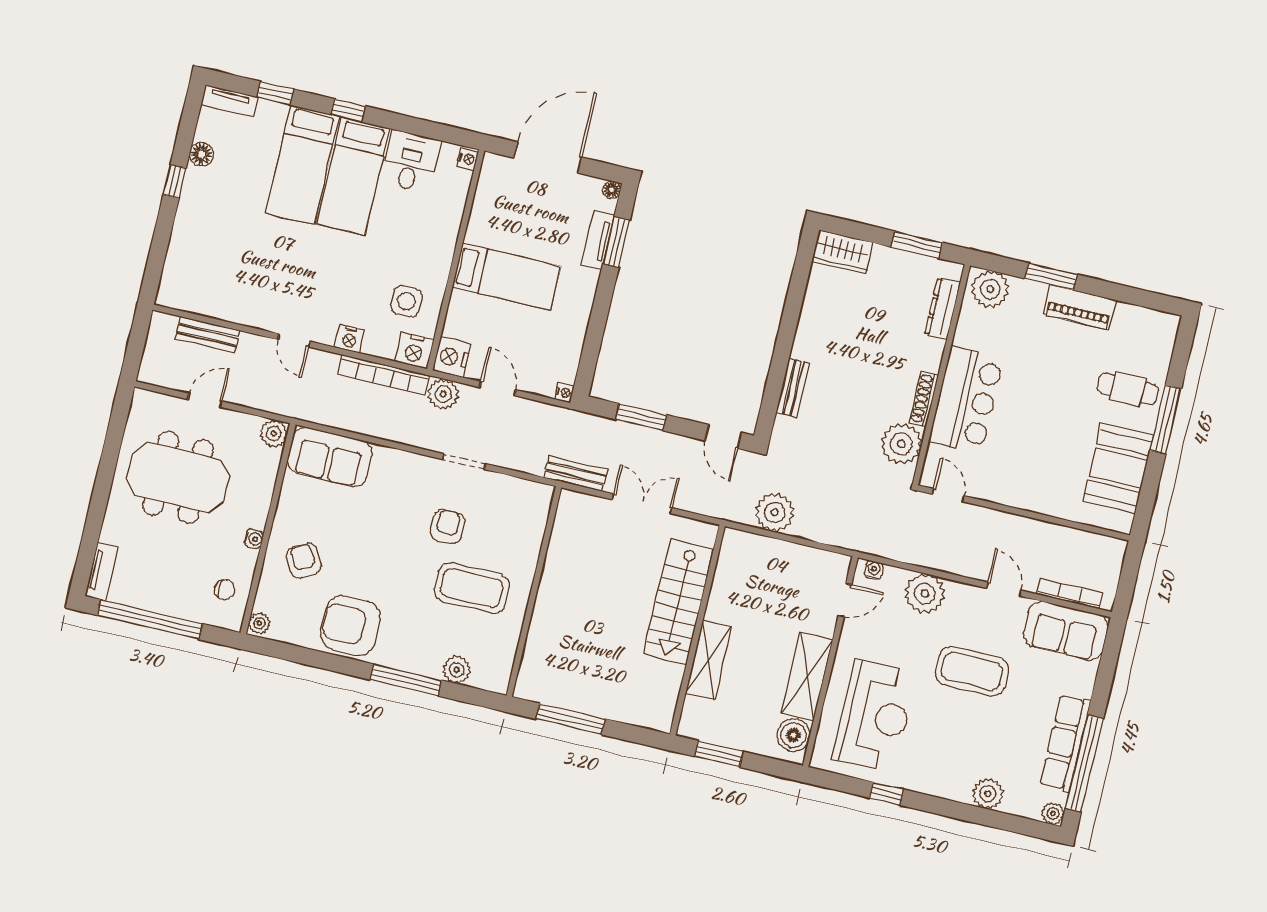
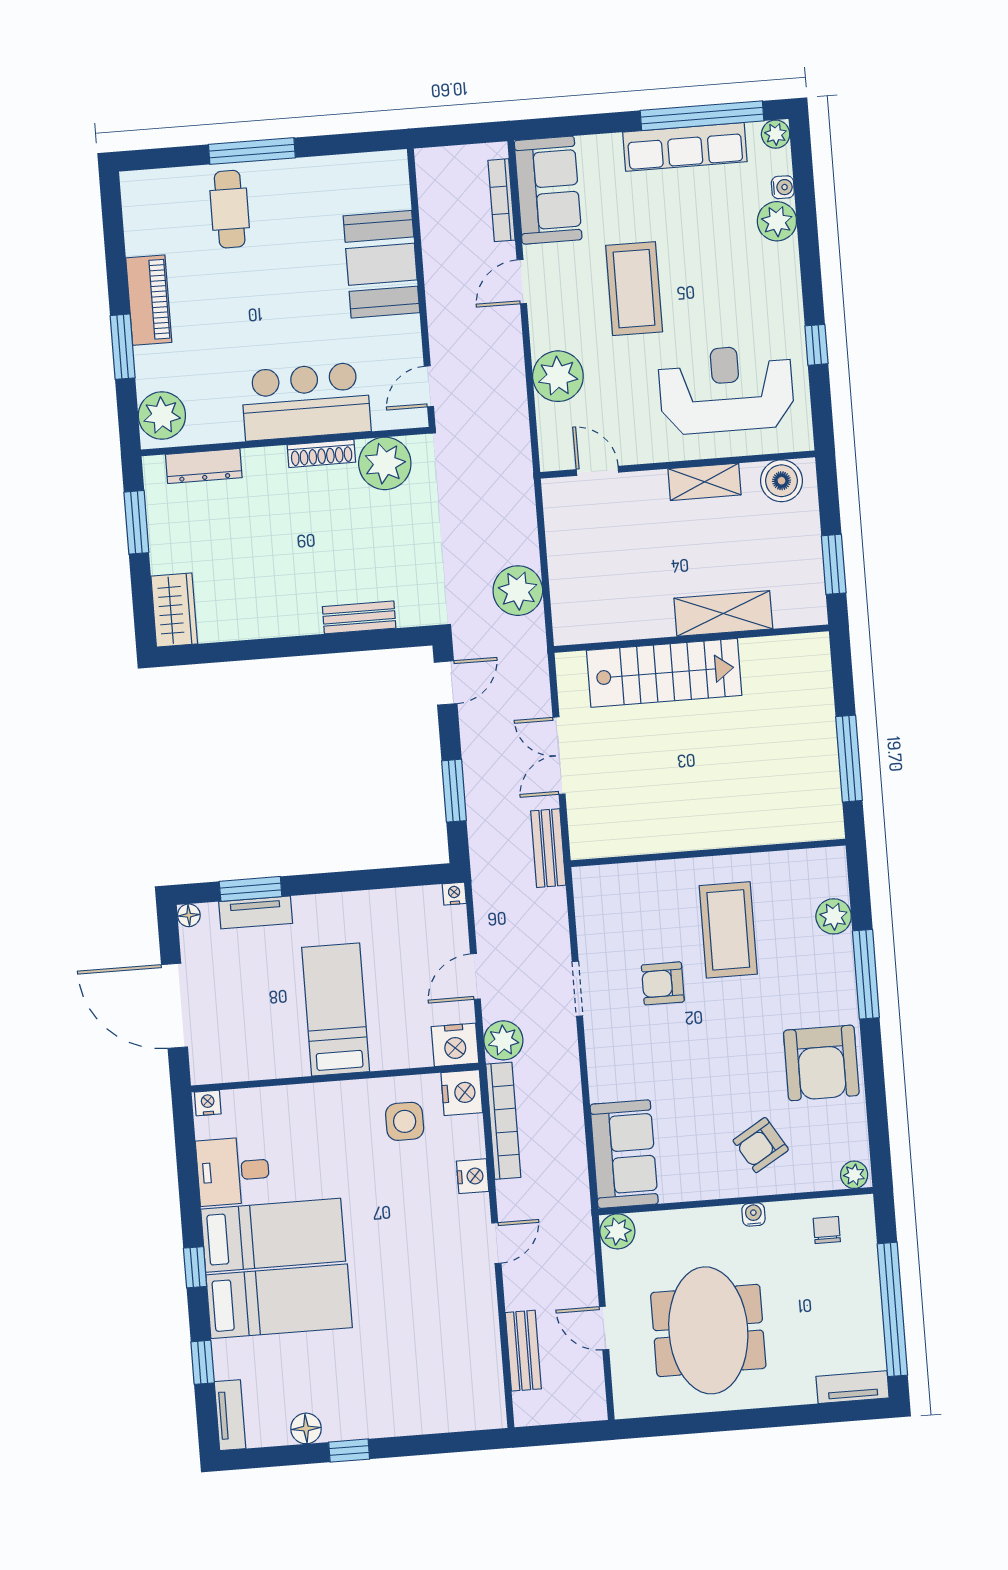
booth: (1118, 468) -> (381, 264), moved, turned 90
water cooler: (874, 570) -> (783, 187), moved, turned 180
shelving: (807, 677) -> (705, 482), width x0.67, depth x0.75

